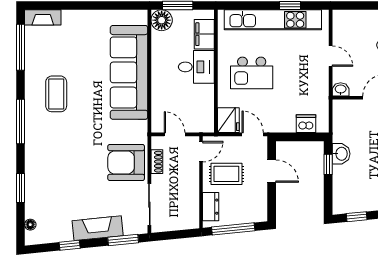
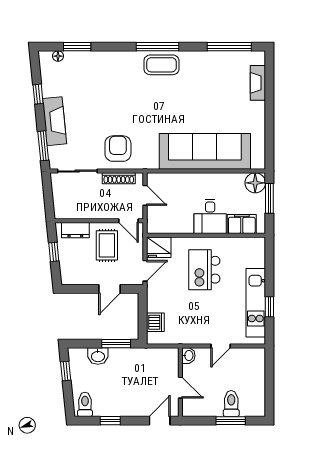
fireplace: (43, 17) -> (258, 83), moved
kitchen unit: (273, 20) -> (256, 303), width x0.73
coffee table: (56, 94) -> (161, 65), moved
door: (175, 134) -> (145, 195), hinge flipped
washbasin: (341, 154) -> (98, 356), moved
armchair: (126, 162) -> (118, 149), width x0.73, depth x0.73
shoe rack: (157, 162) -> (119, 178), width x1.43
window: (328, 164) -> (116, 344), width x1.50
window: (21, 188) -> (77, 47), moved
window: (233, 229) -> (54, 252), width x0.46

